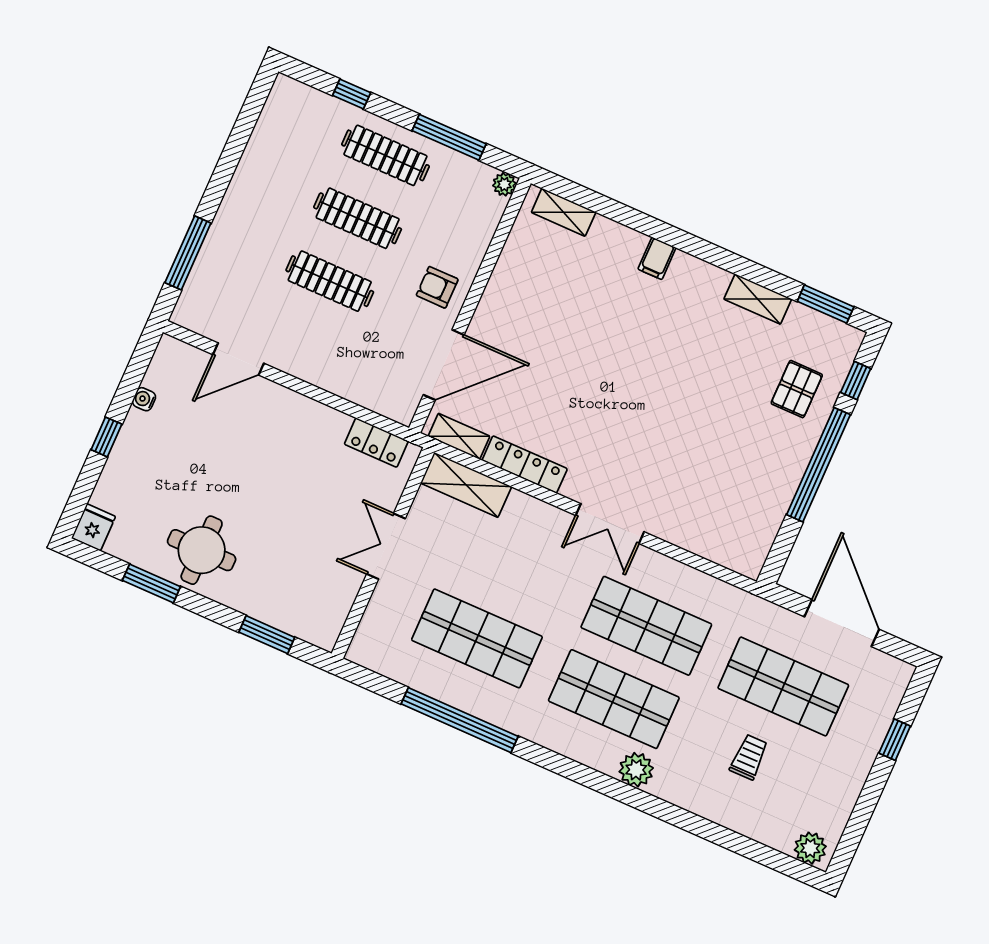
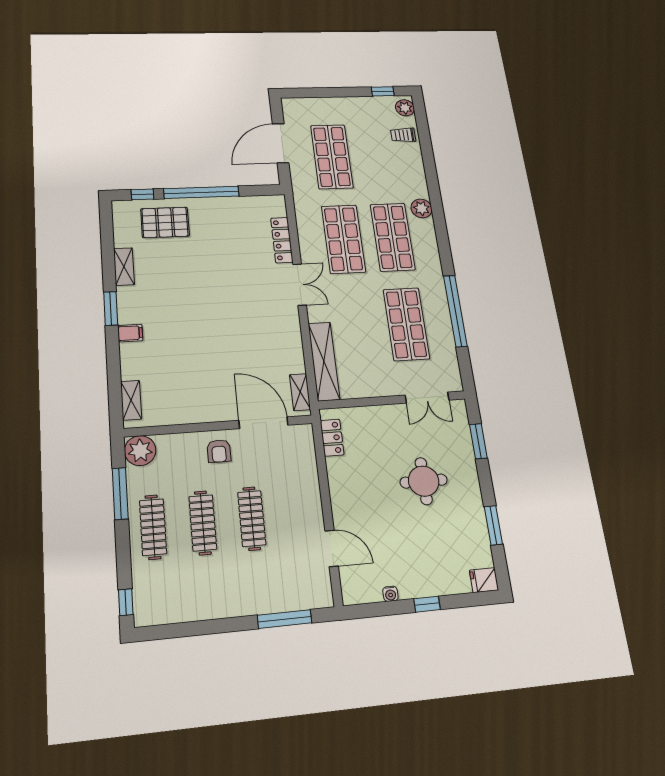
window: (352, 94) -> (126, 602), moved
plant: (504, 184) -> (140, 451), width x1.87, depth x1.87
window: (826, 304) -> (111, 309), moved
pallet: (797, 389) -> (165, 222), width x1.50, depth x1.42
locker: (525, 465) -> (282, 240), moved
shelving: (466, 485) -> (324, 361), width x1.47
double door: (386, 546) -> (427, 398), moved
round table: (202, 550) -> (424, 481), moved
window: (895, 740) -> (383, 91), moved
trolley: (749, 757) -> (403, 135), moved

